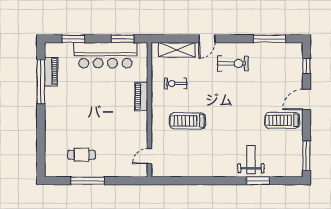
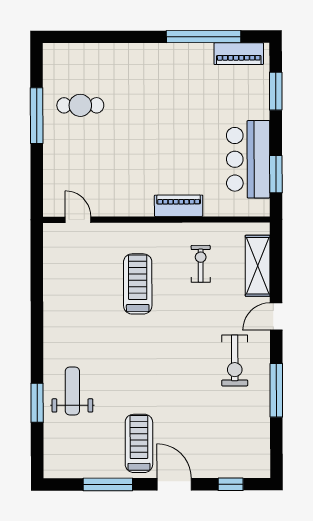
door: (207, 39) -> (276, 316), hinge flipped
window: (269, 39) -> (276, 390), moved
bar counter: (105, 55) -> (248, 159), width x0.73
piano: (51, 72) -> (239, 54), moved
cafe table: (82, 155) -> (80, 105), turned 90
window: (306, 156) -> (108, 484), moved
weight bench: (251, 160) -> (72, 391), turned -90

